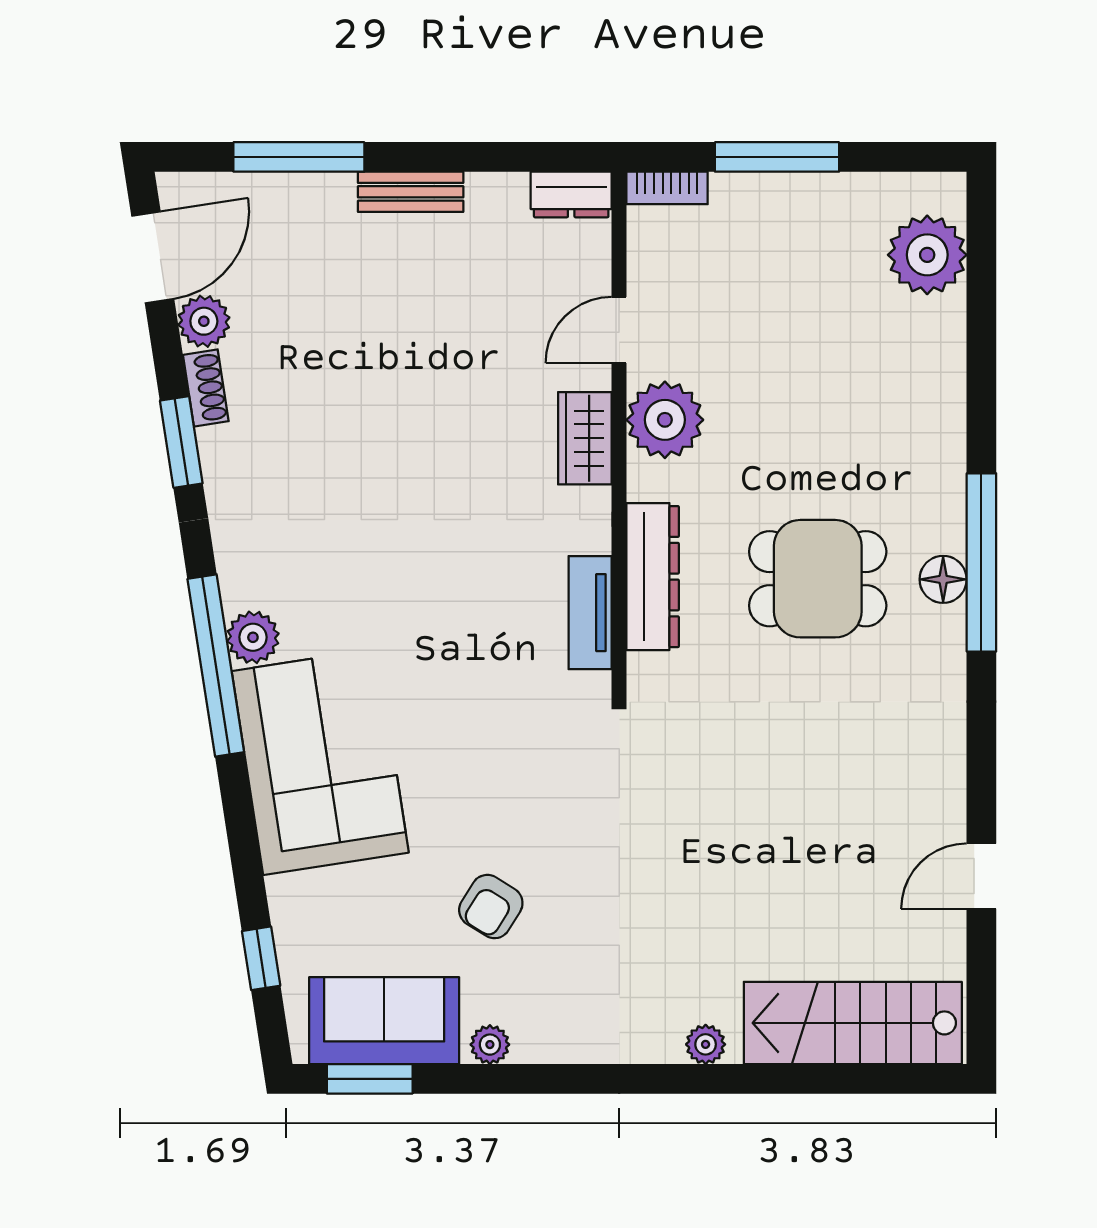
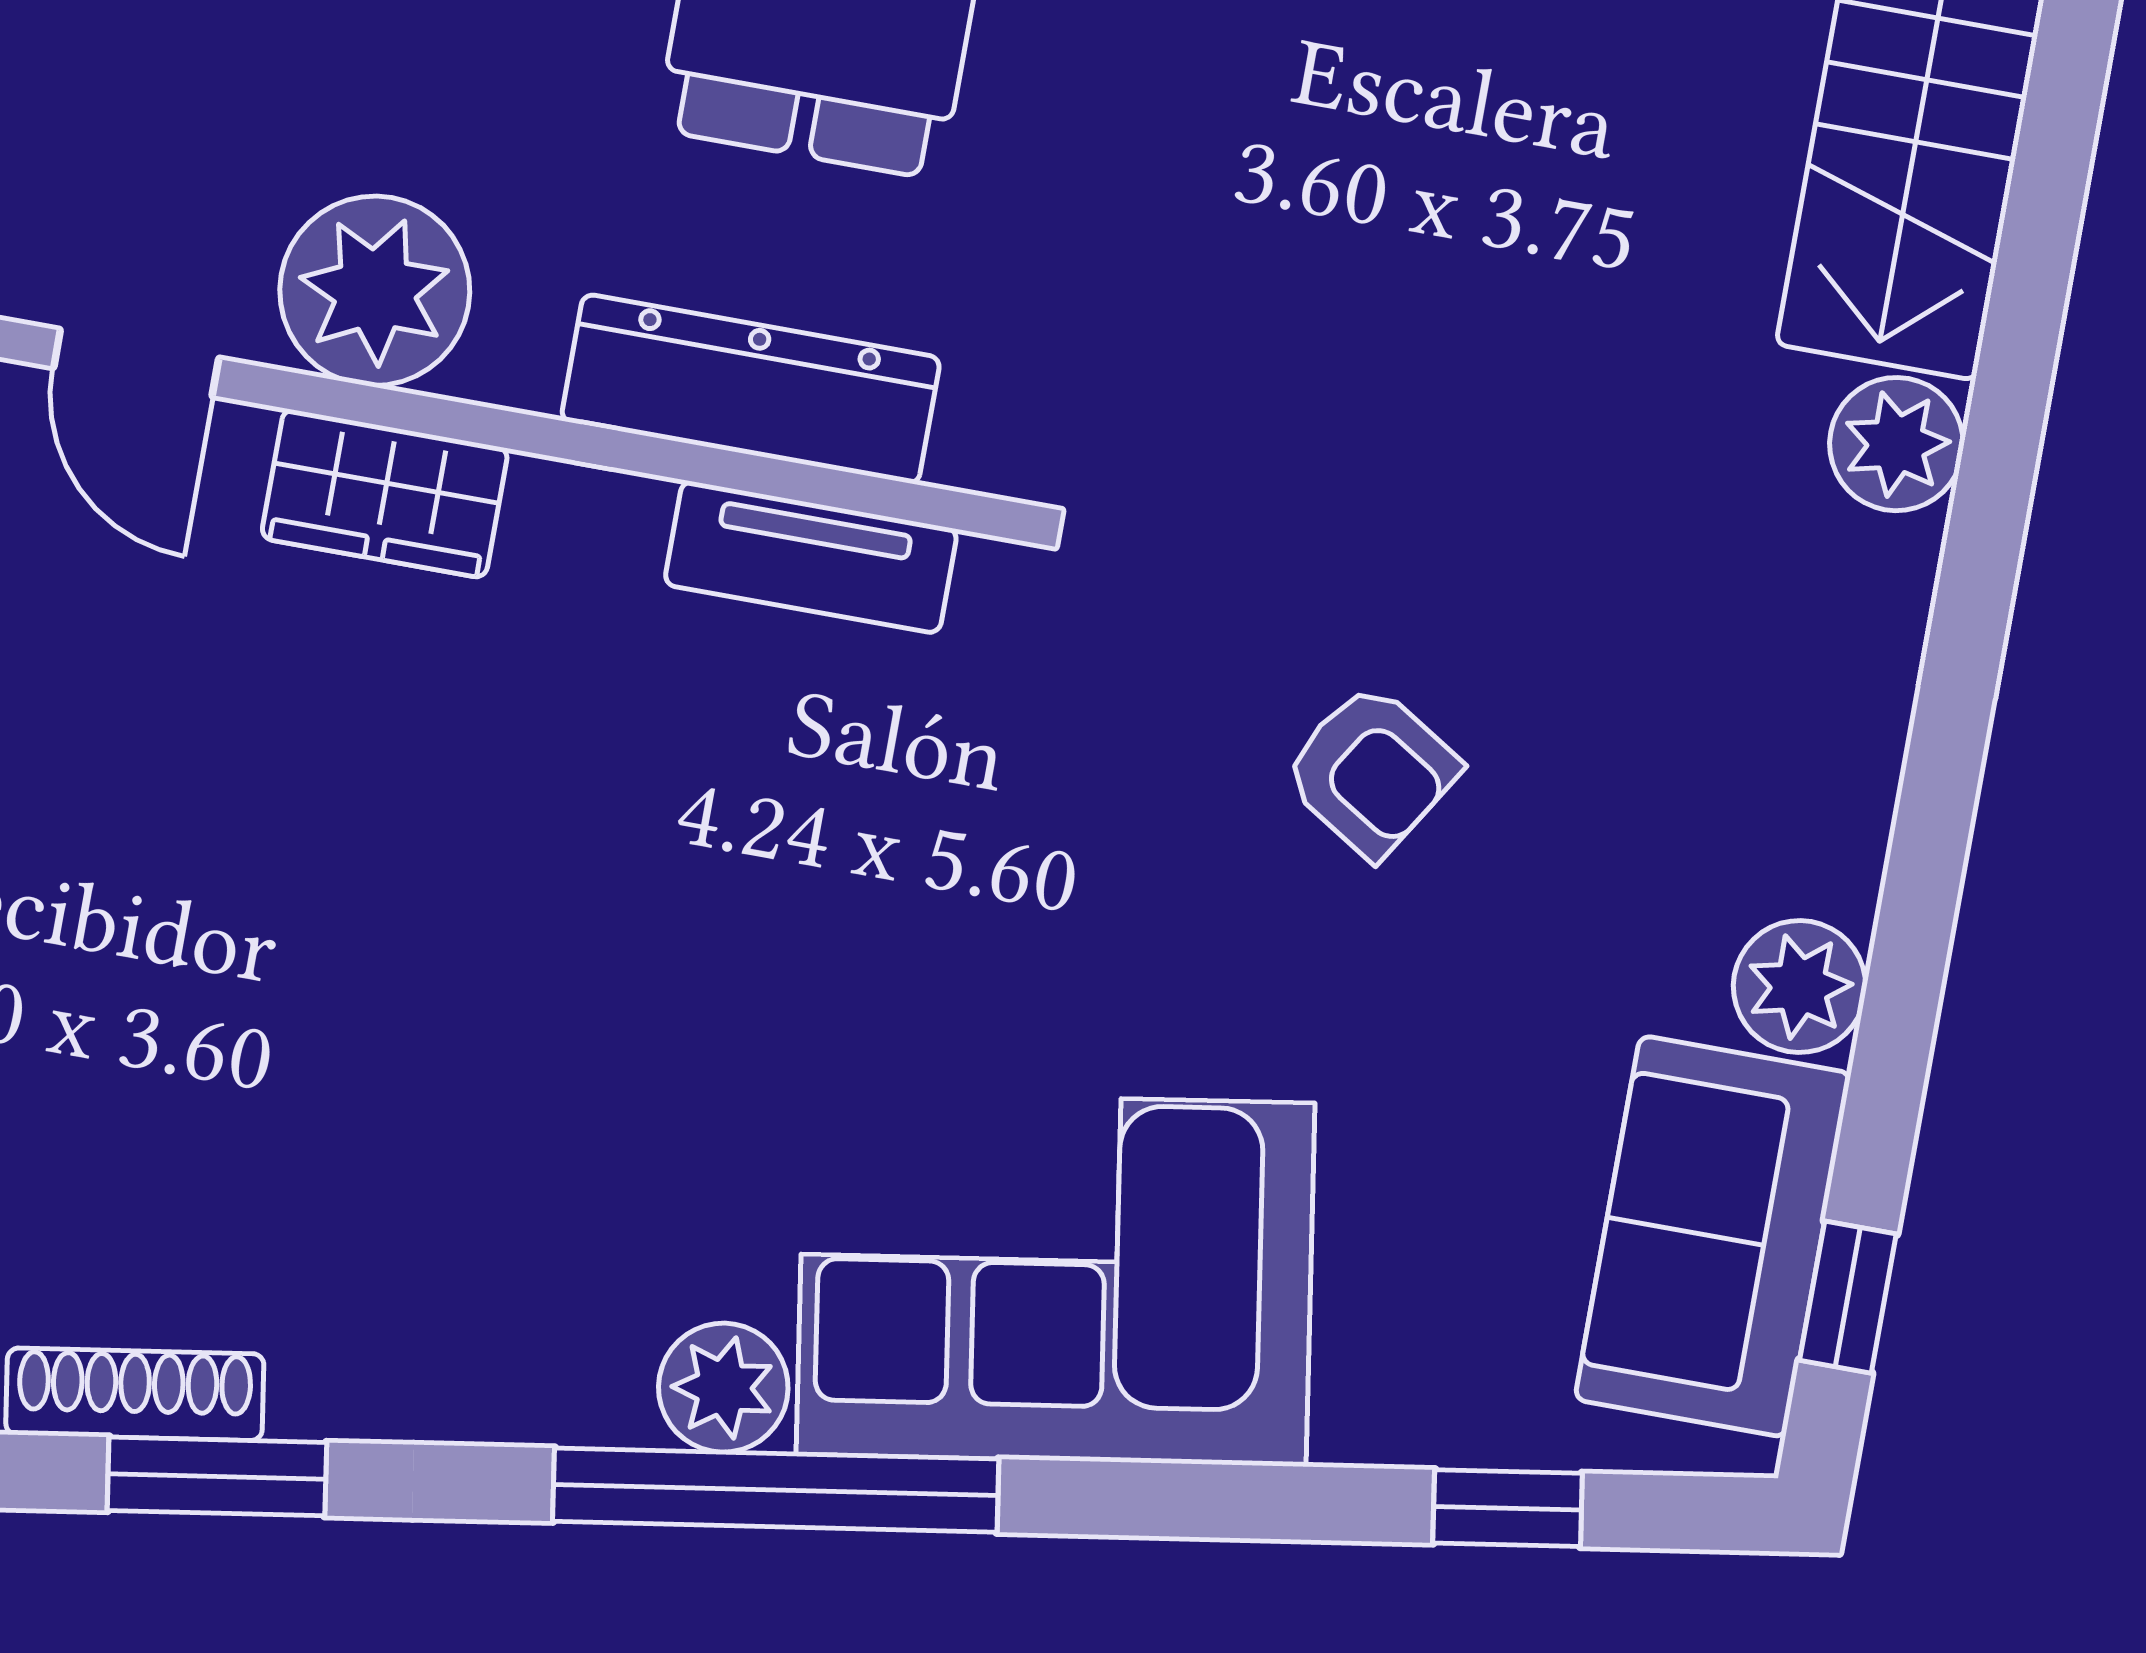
shoe rack: (206, 388) -> (135, 1394), width x1.43
armchair: (491, 907) -> (1371, 771), moved
plant: (706, 1044) -> (1896, 444), width x1.38, depth x1.38
plant: (490, 1045) -> (1800, 987), width x1.38, depth x1.38
window: (370, 1079) -> (1848, 1297), width x0.67

